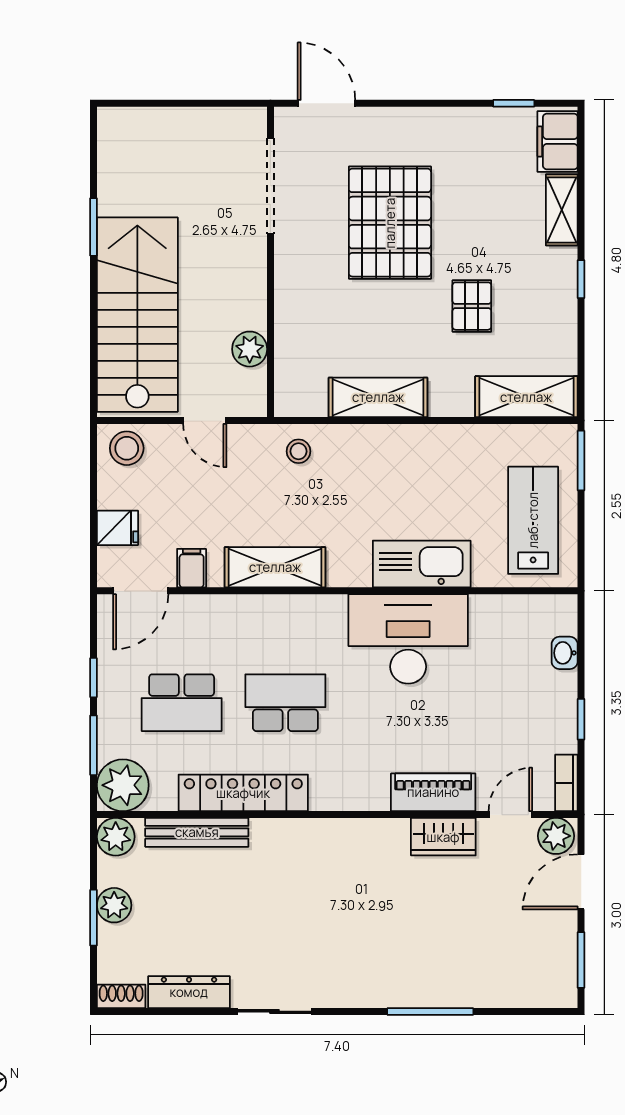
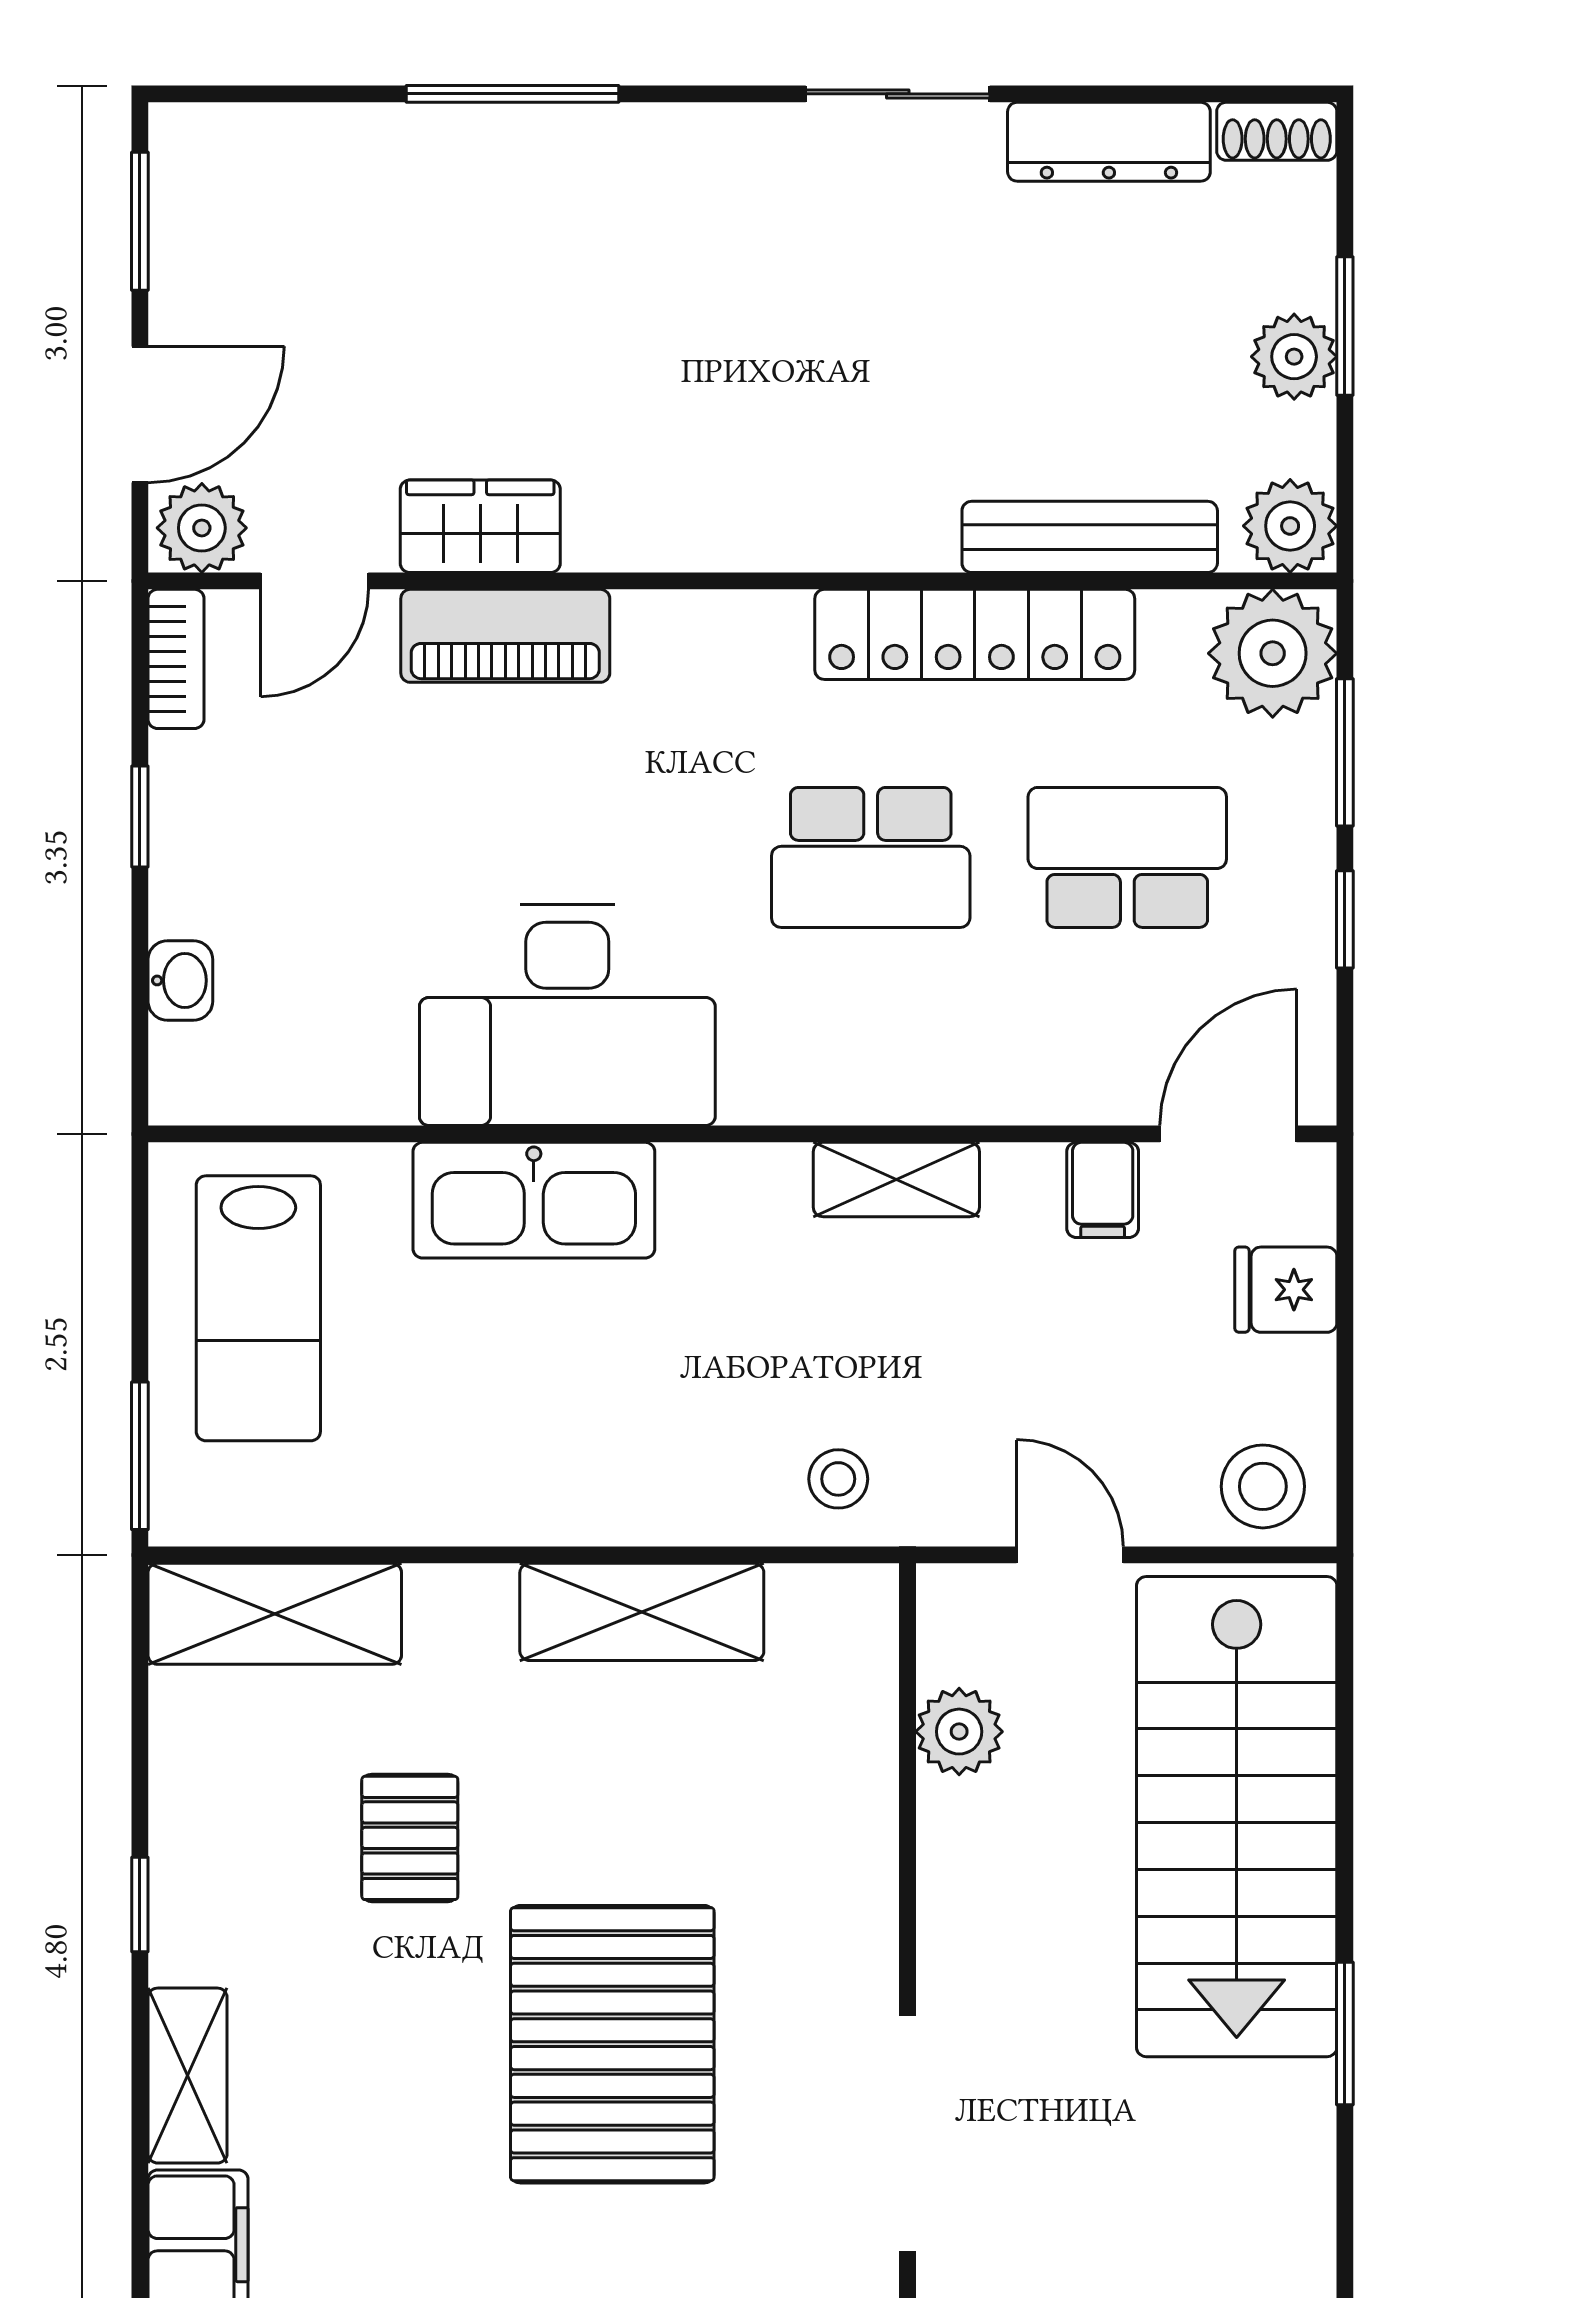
shelving: (275, 567) -> (896, 1180), width x0.67, depth x0.75

